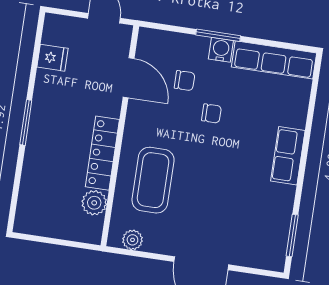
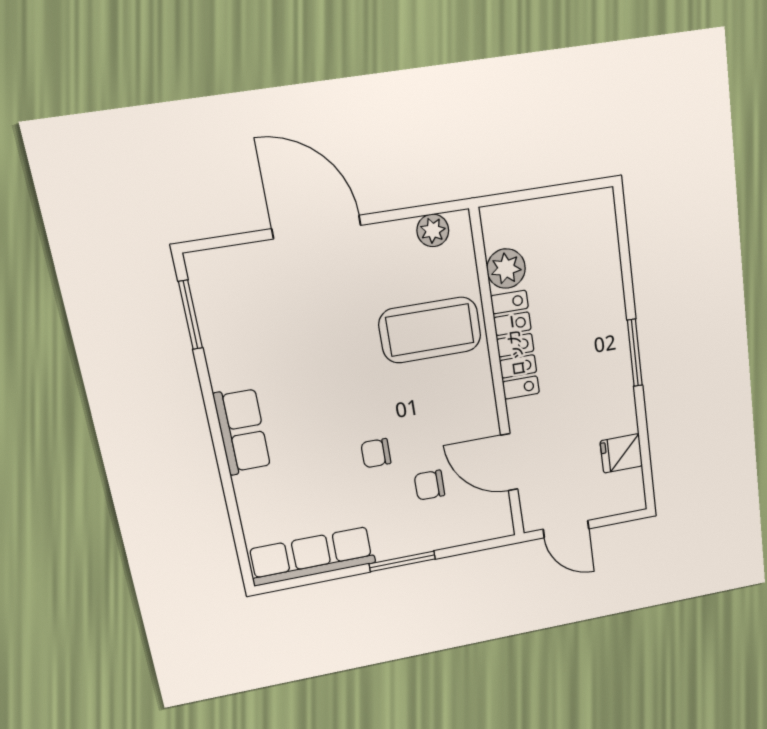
water cooler: (221, 50) -> (392, 544), removed
coffee table: (153, 180) -> (430, 330), turned 90

